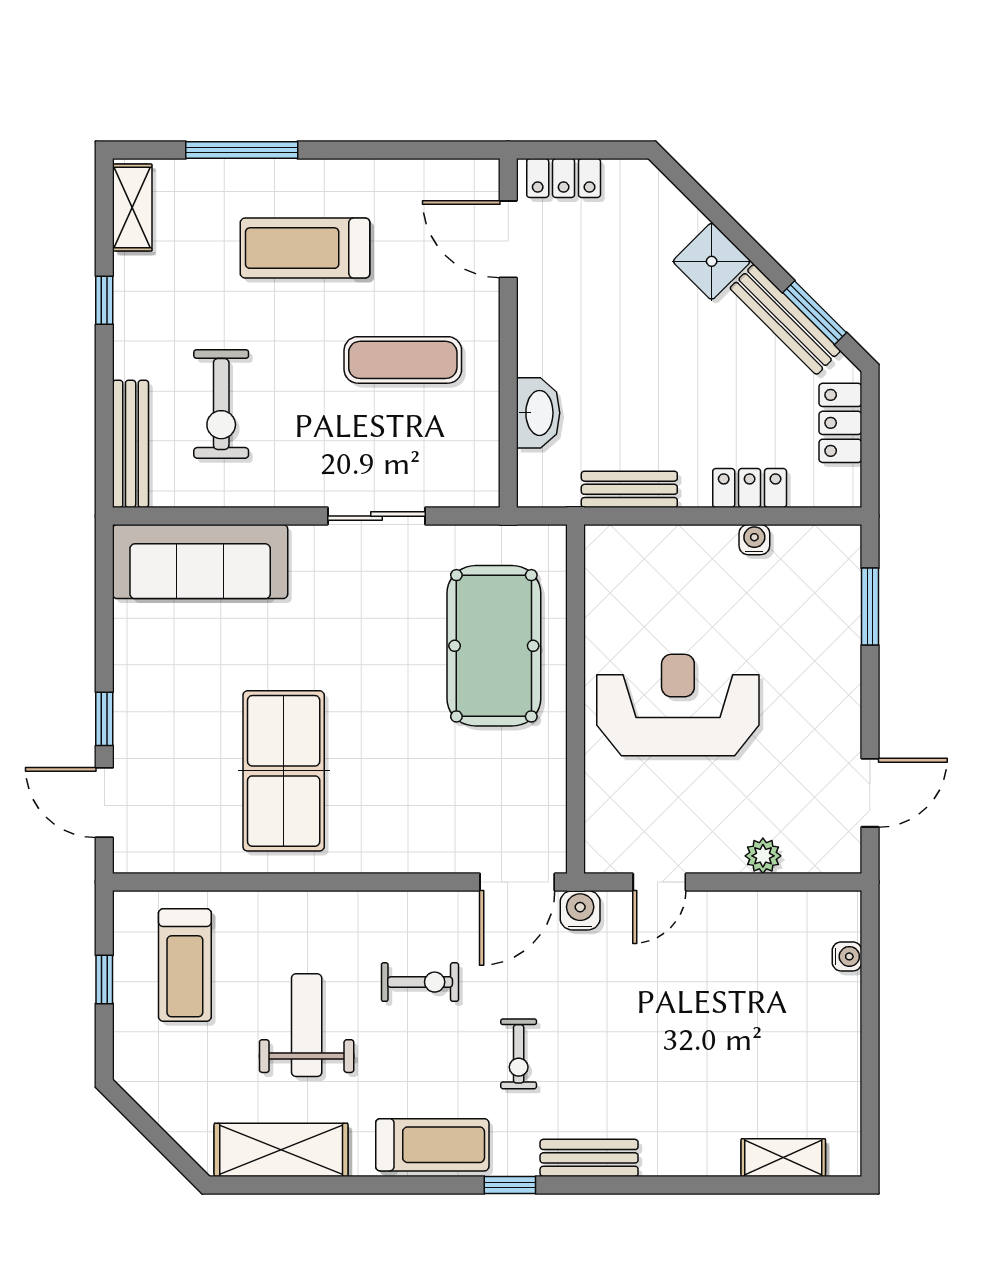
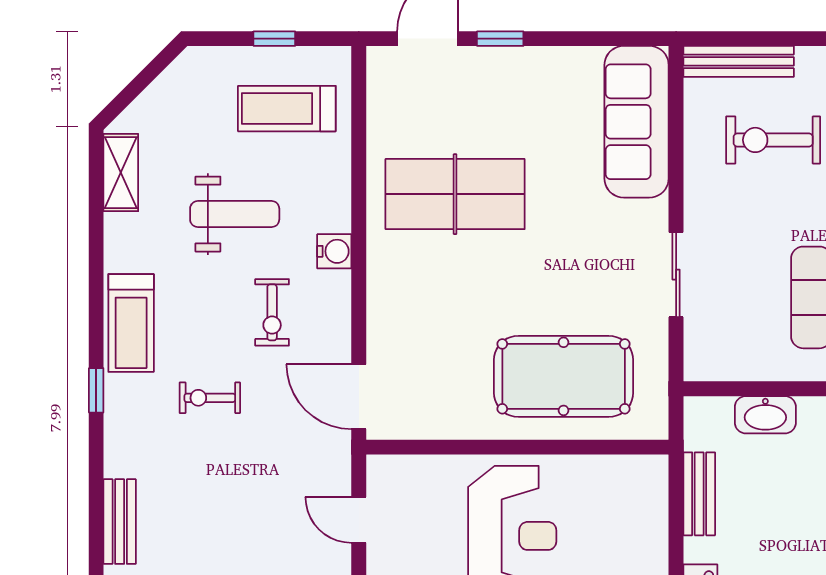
water cooler: (580, 910) -> (334, 251), moved
shelving: (281, 1150) -> (121, 173), width x0.67, depth x0.75
bench: (589, 1158) -> (120, 522), moved

